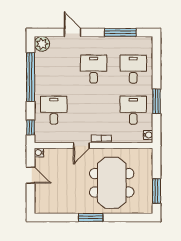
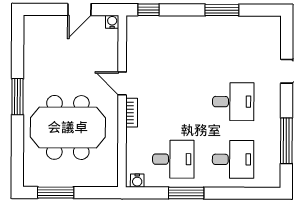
plant: (42, 44) -> (270, 27), removed
window: (31, 77) -> (222, 10), width x0.47
desk: (54, 110) -> (174, 44), removed

